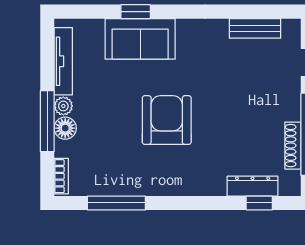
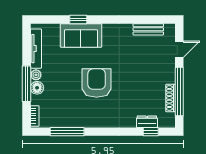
dresser: (253, 186) -> (147, 122), width x0.70

